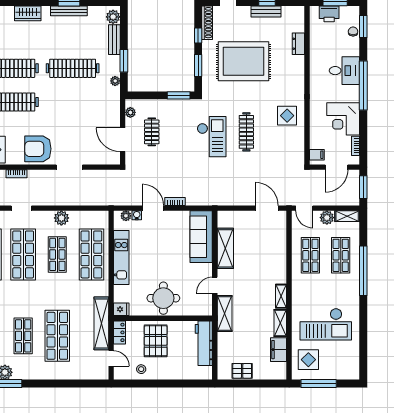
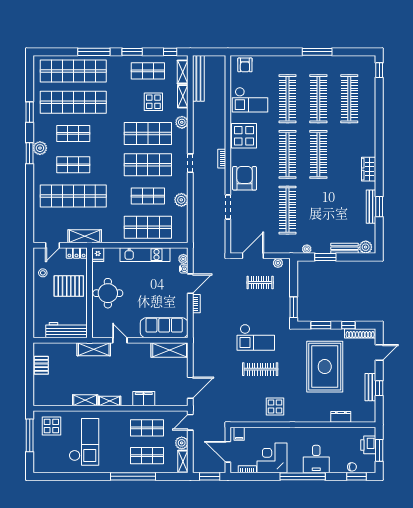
clothes rail: (73, 68) -> (287, 210), moved
shelving: (225, 248) -> (170, 350), moved
shelving: (101, 323) -> (85, 236), width x0.68
checkout: (326, 324) -> (84, 442), turned 180
shop shelf: (57, 336) -> (73, 196), width x1.40
filing cabinet: (279, 350) -> (144, 399), moved

